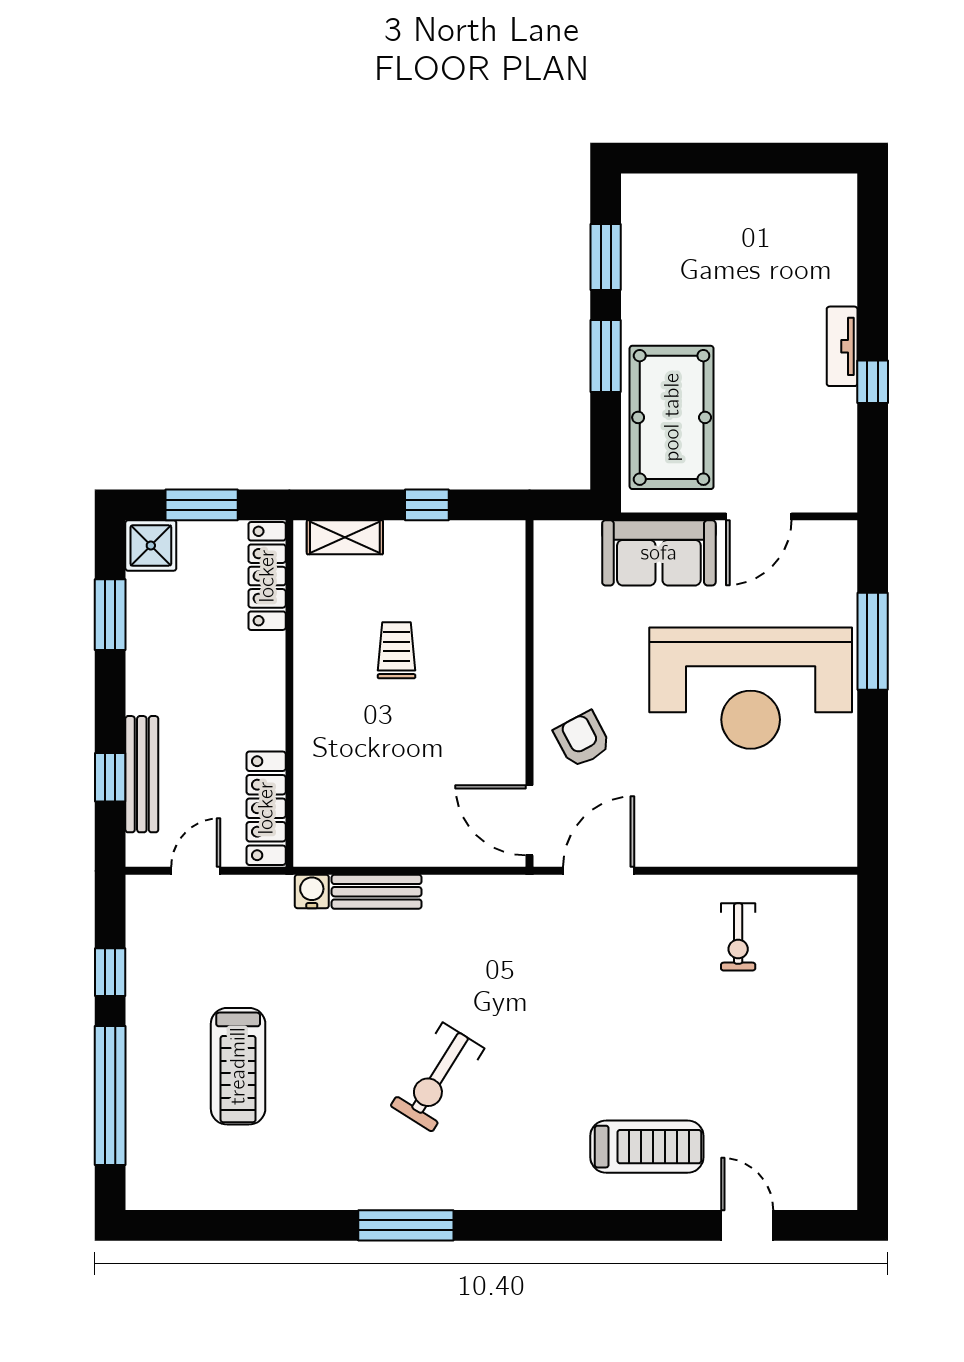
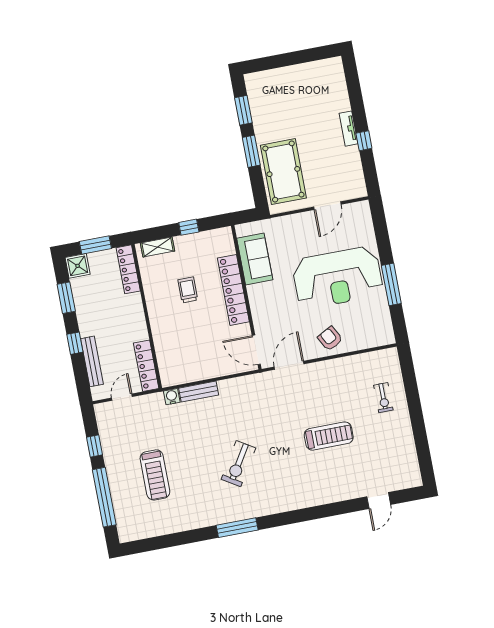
sofa: (659, 553) -> (255, 259), moved, turned -90
window: (873, 641) -> (391, 284), moved
locker: (503, 671) -> (233, 290), added
armchair: (582, 739) -> (330, 339), moved
window: (110, 777) -> (75, 343), moved
exercise bike: (738, 937) -> (383, 398), moved
treadmill: (647, 1147) -> (329, 436), moved
door: (747, 1225) -> (379, 501), swing flipped

